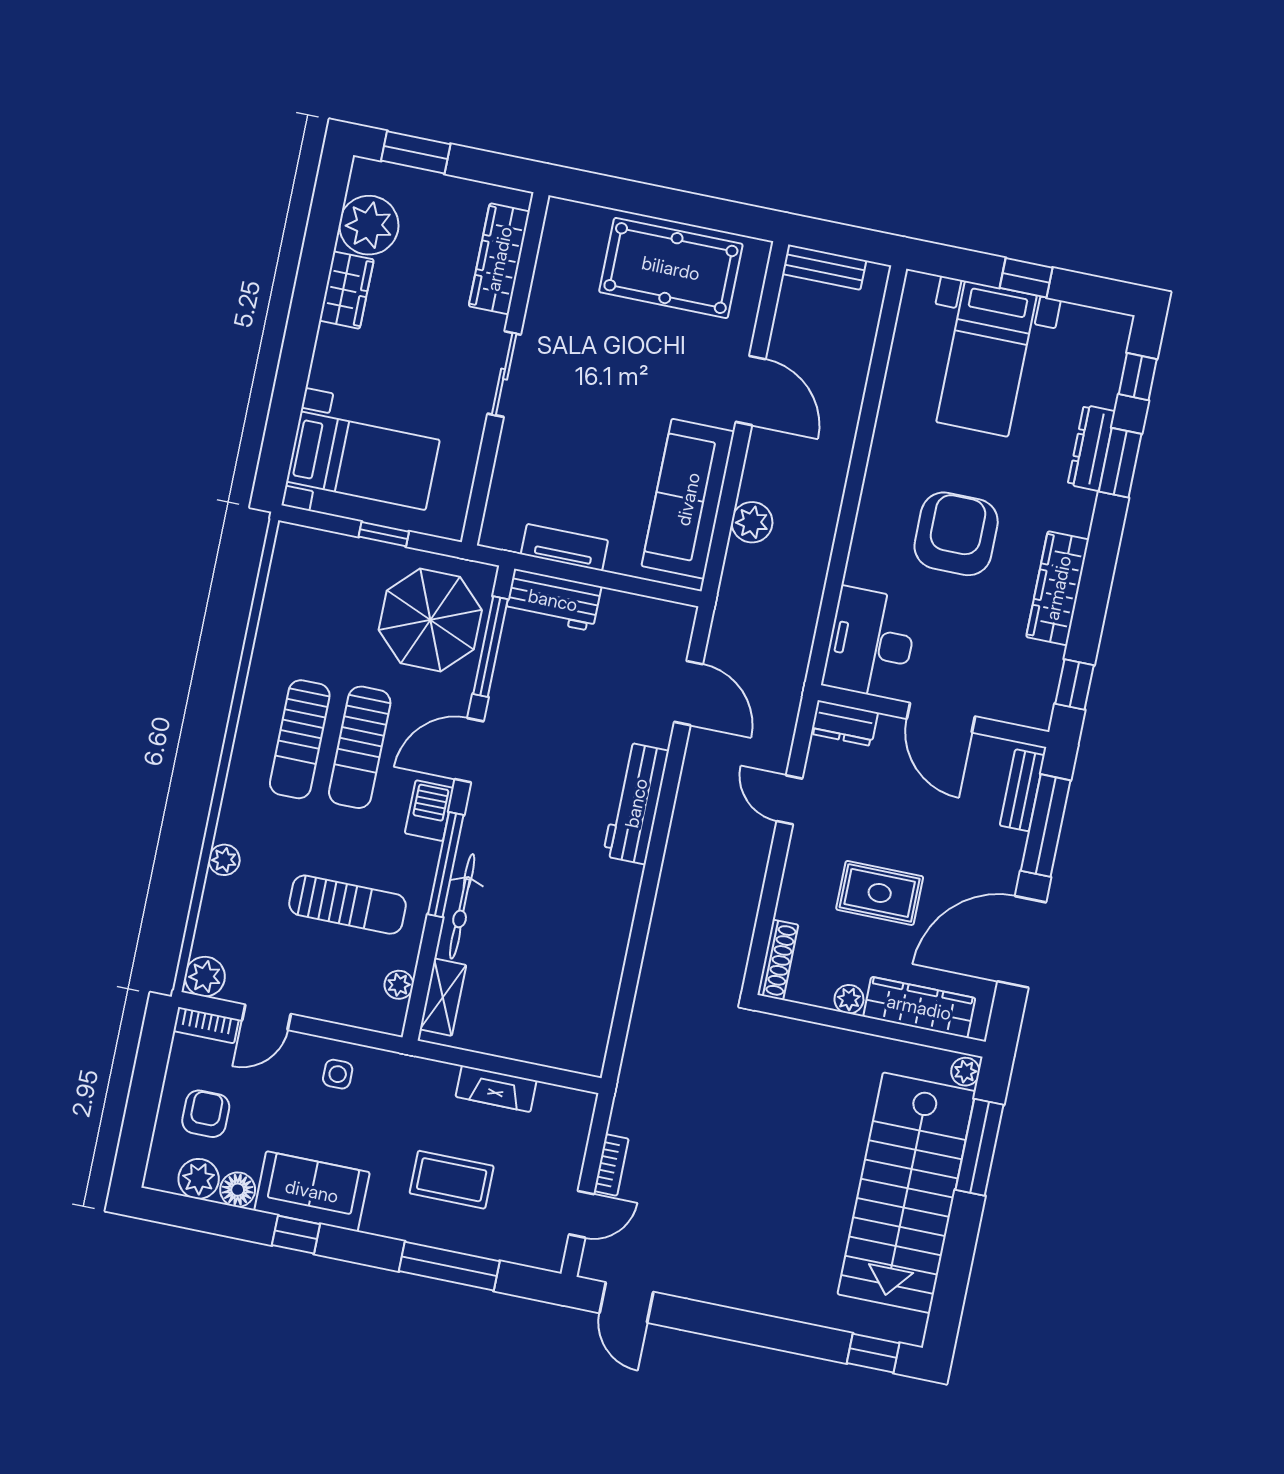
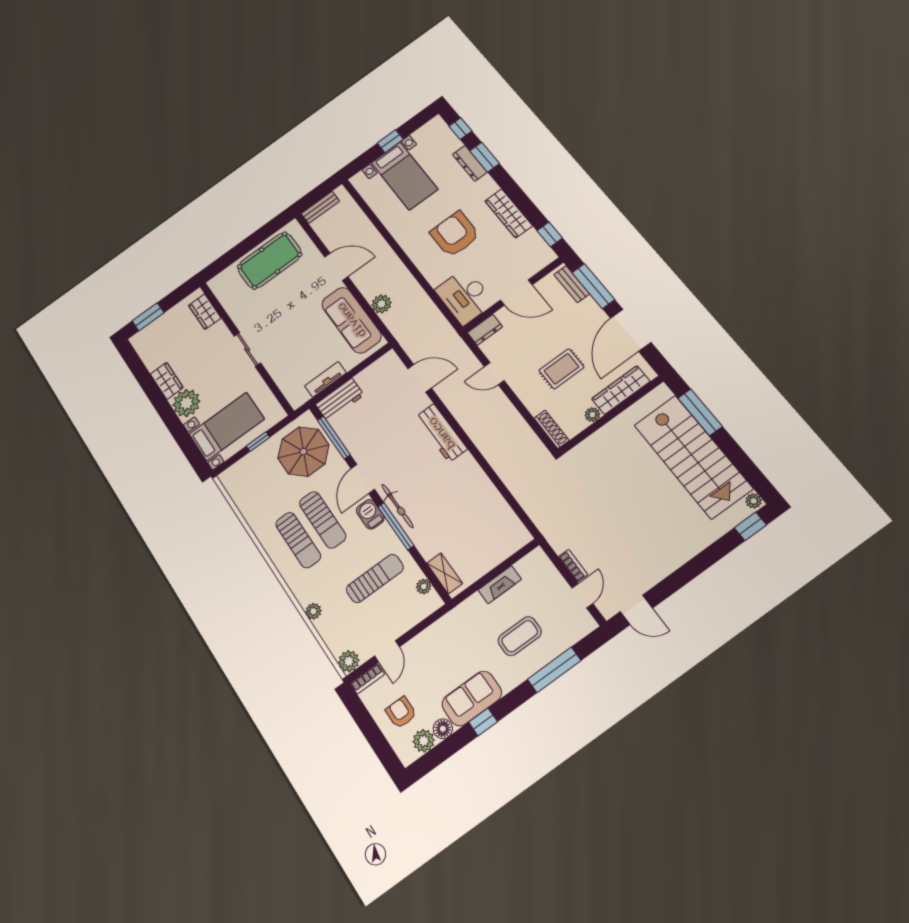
plant: (369, 225) -> (186, 403), moved
wardrobe: (499, 259) -> (205, 312), width x0.67
bicycle: (462, 906) -> (397, 506), moved
plant: (965, 1072) -> (754, 501), moved
side table: (338, 1074) -> (435, 644), removed

